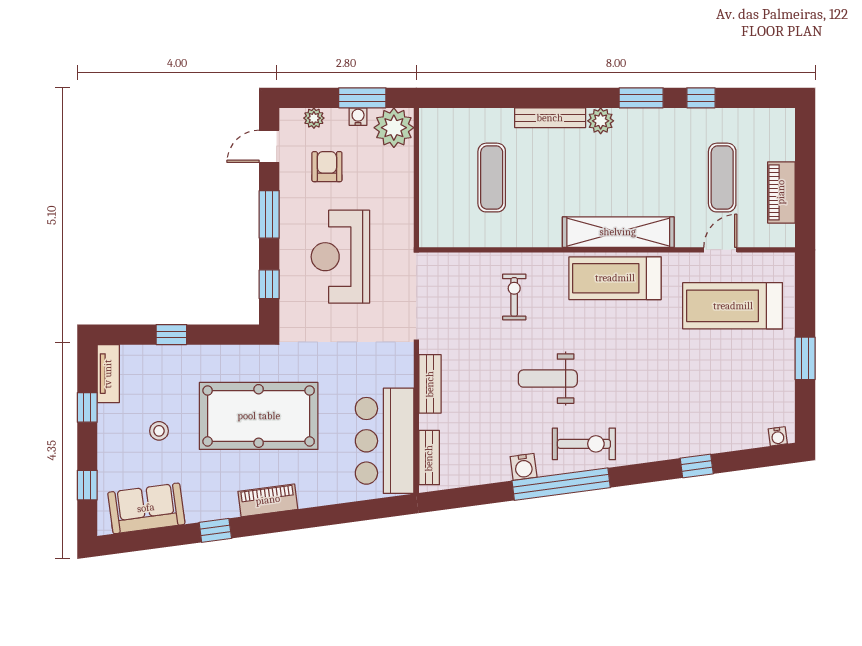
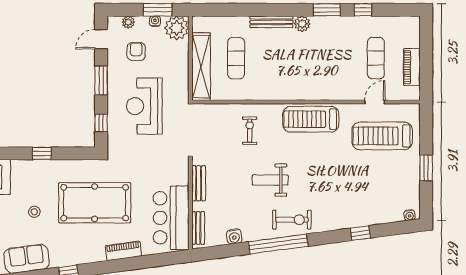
shelving: (618, 232) -> (201, 67), moved, turned 90
water cooler: (524, 467) -> (234, 236), moved
piano: (268, 500) -> (123, 251), moved

